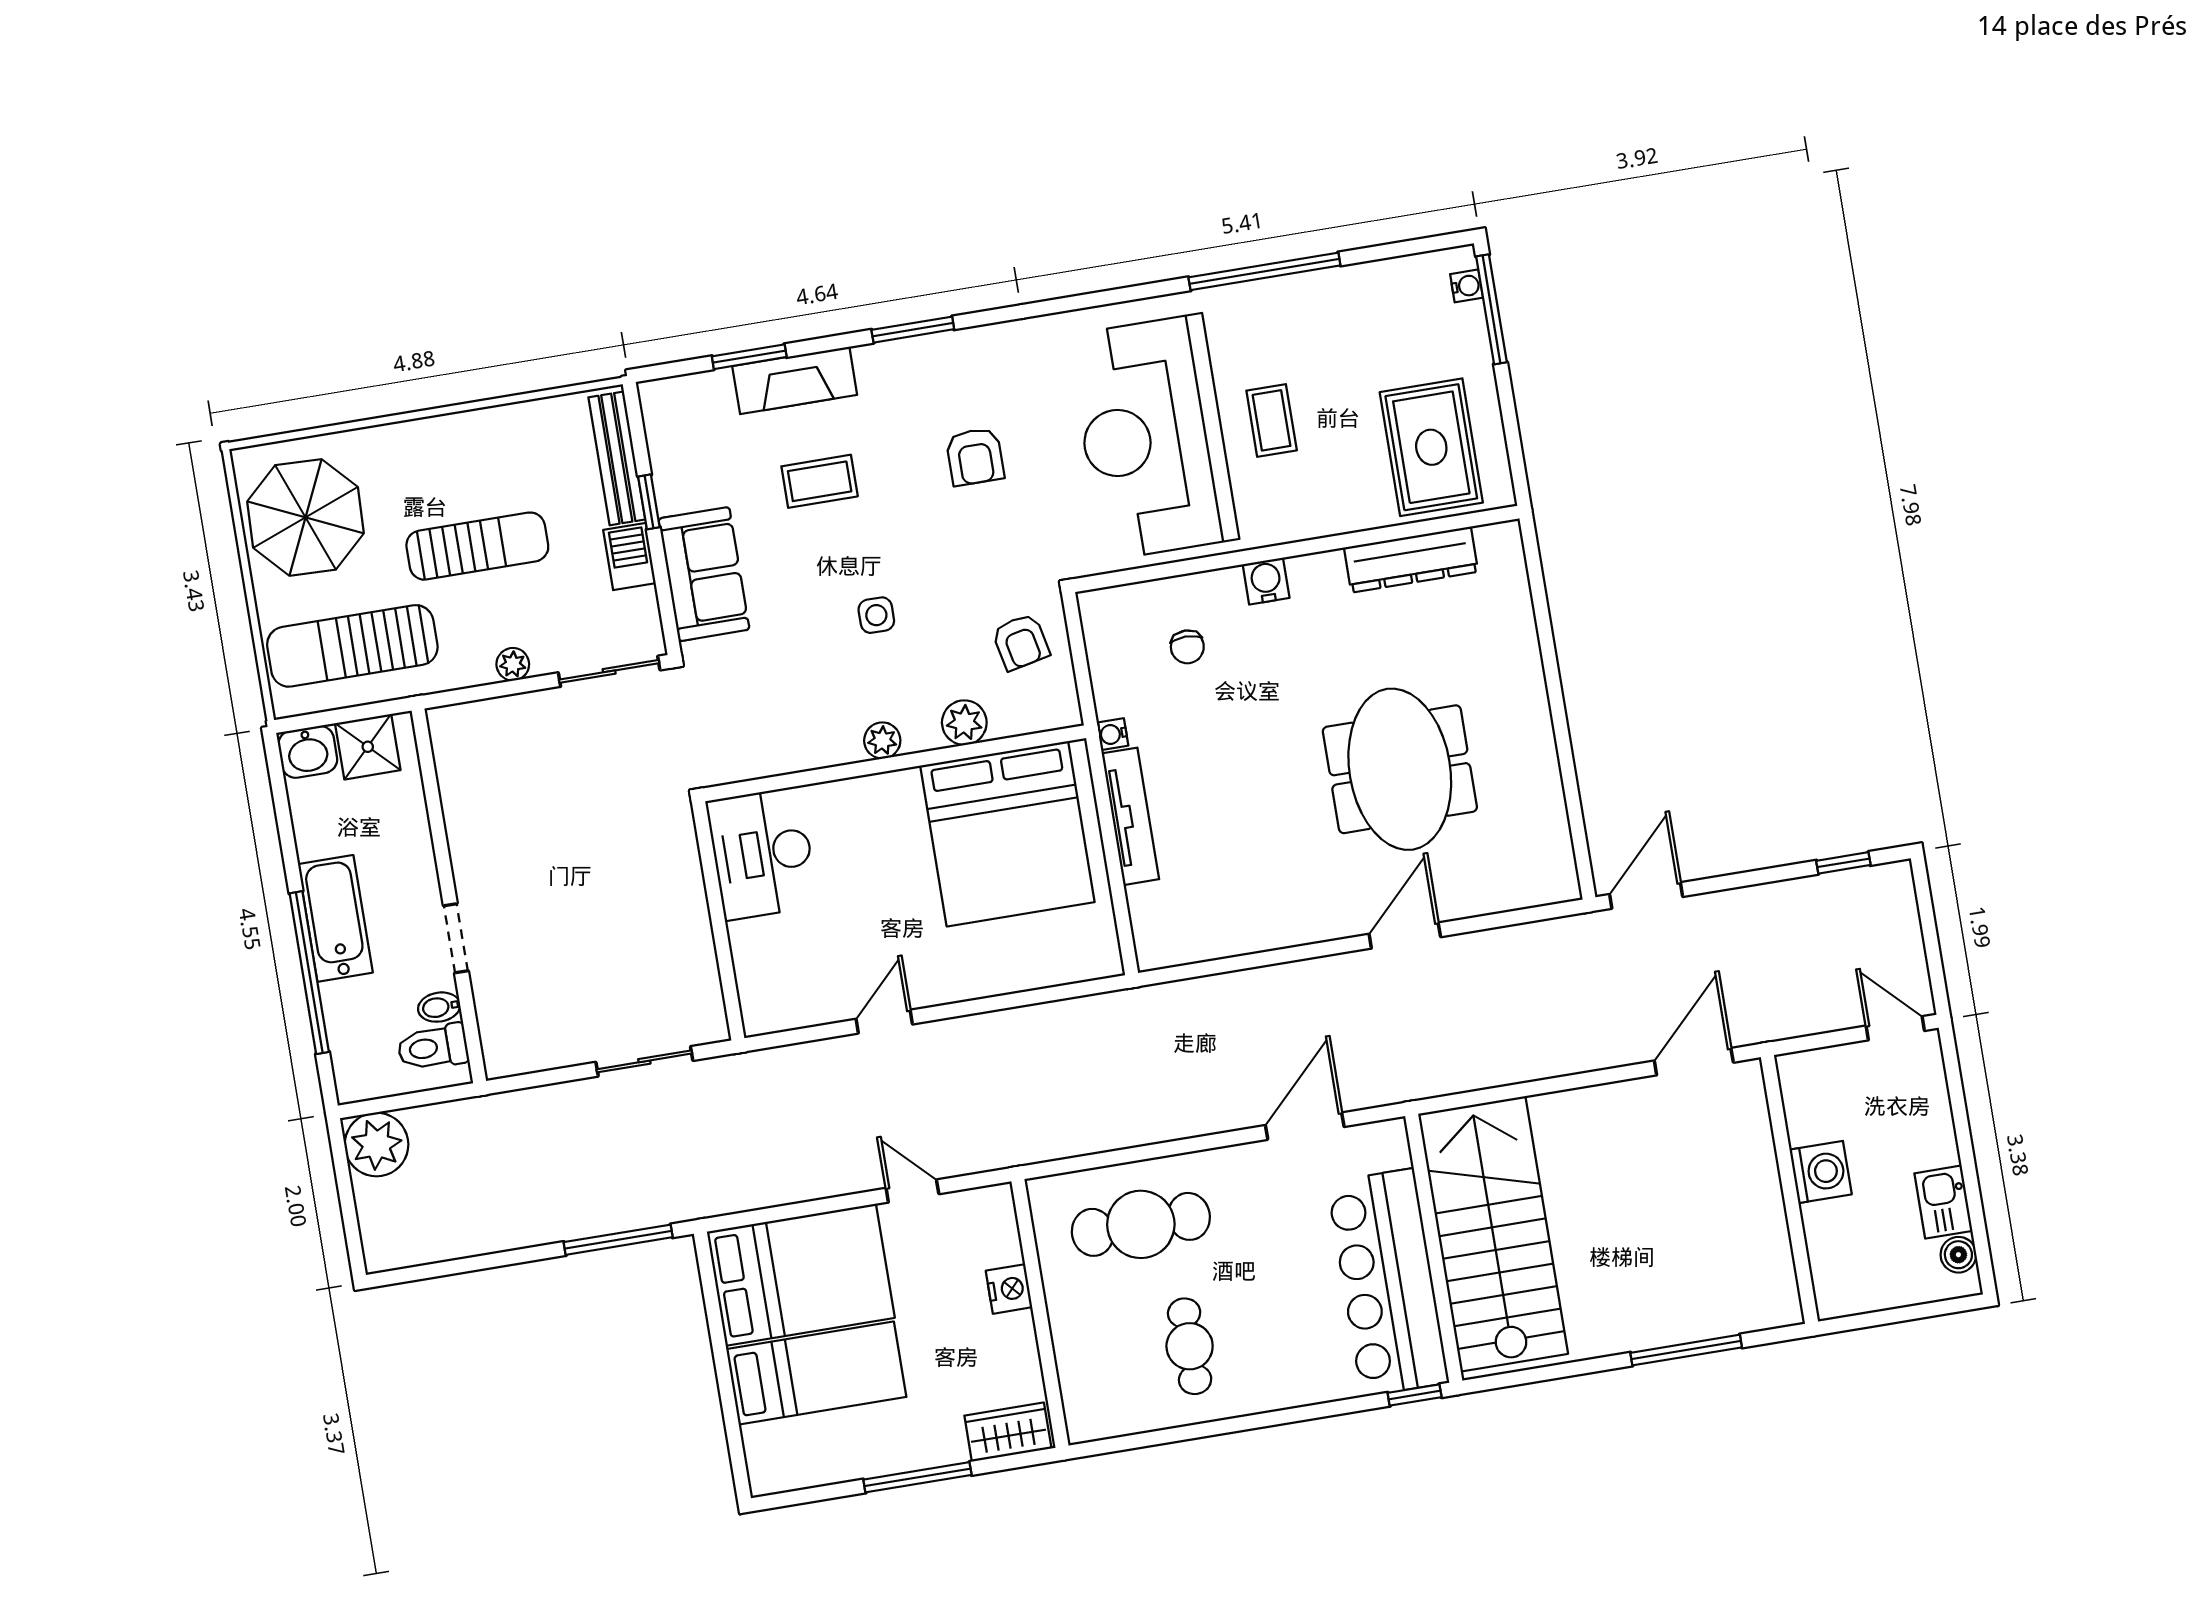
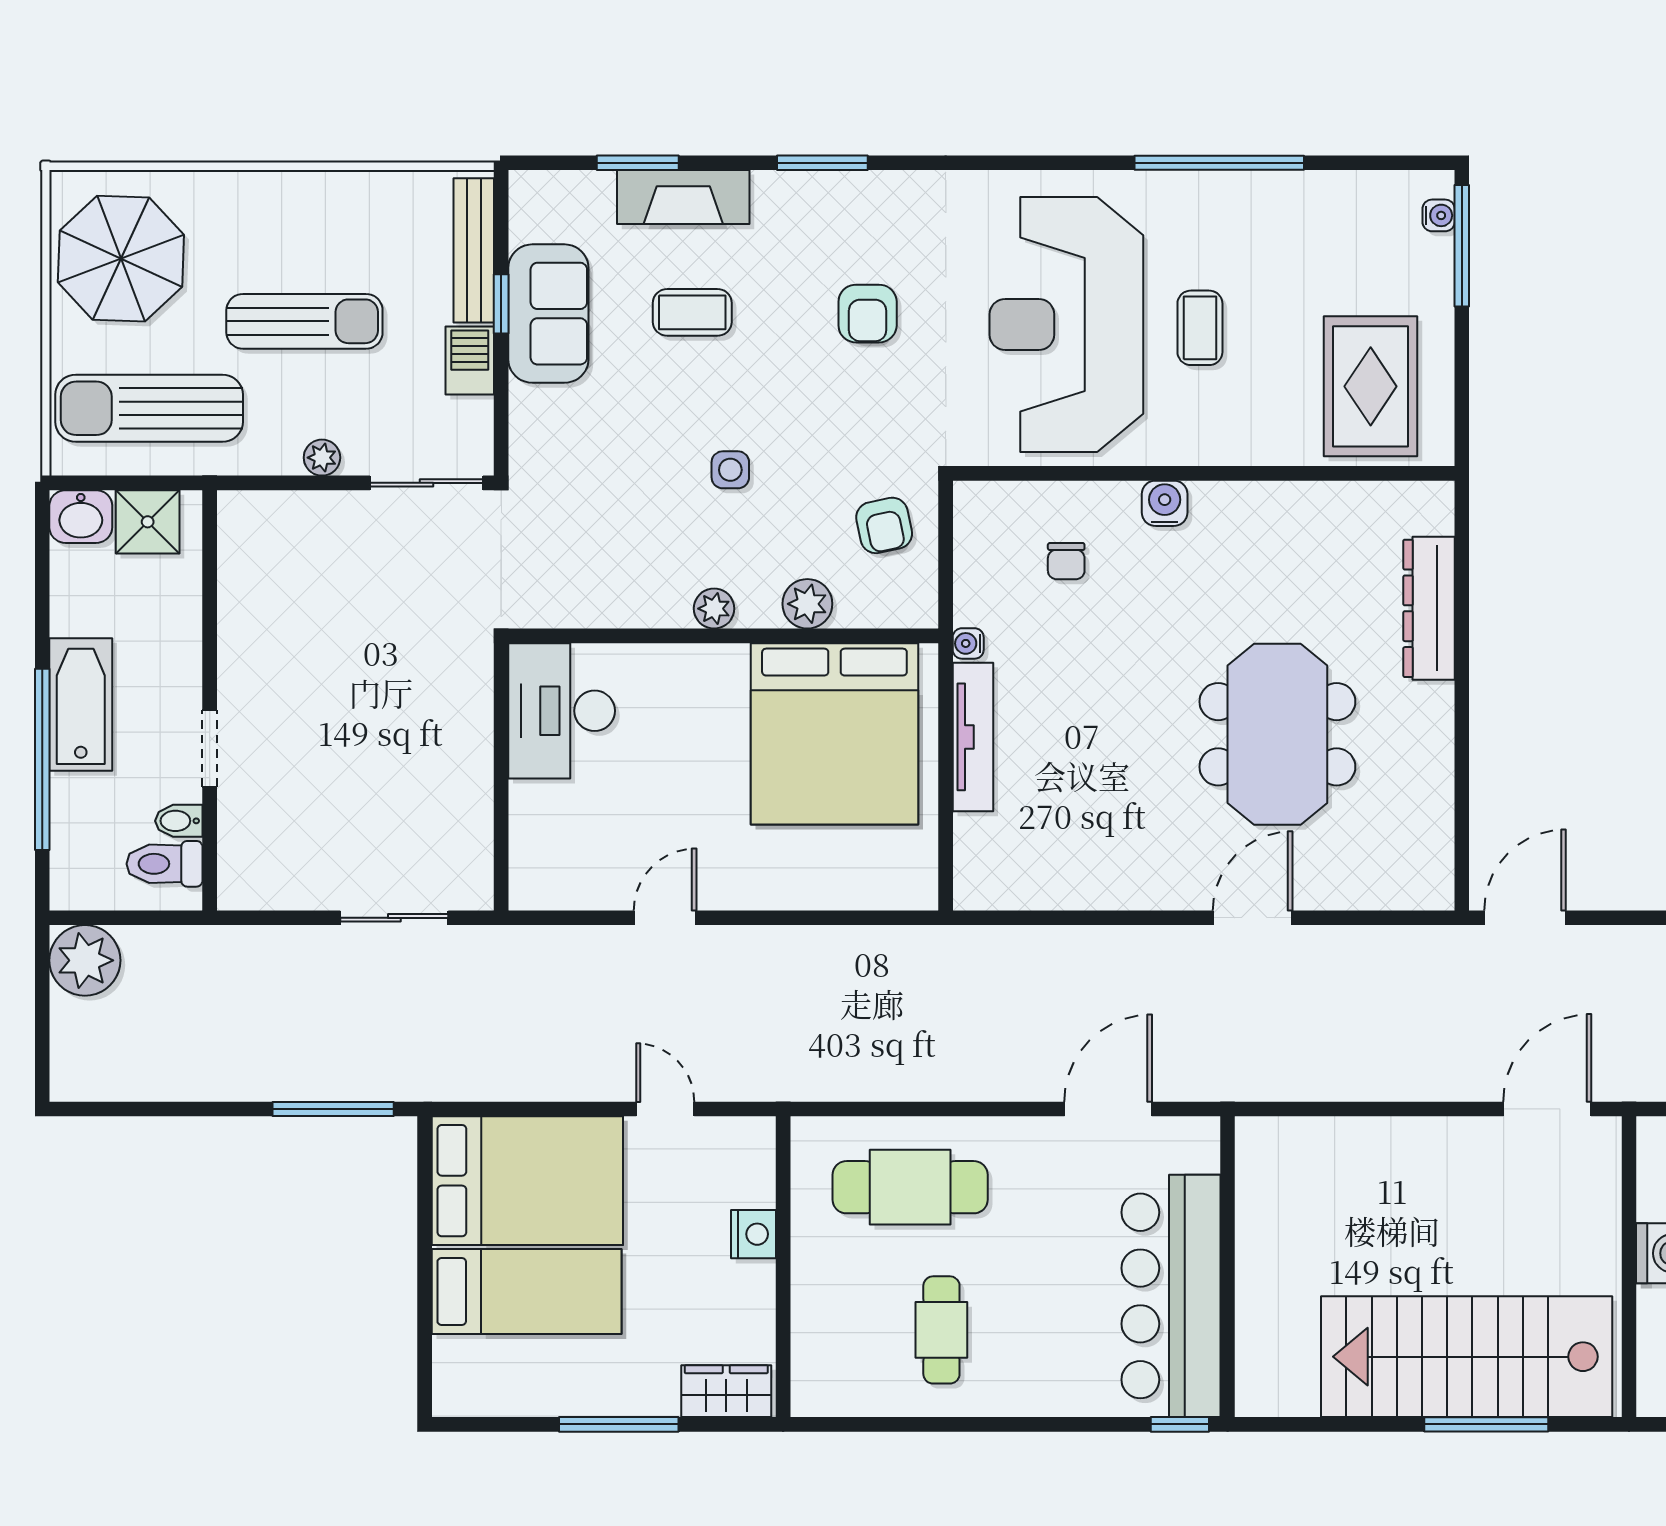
dresser: (1411, 560) -> (1429, 608), moved, turned 90
sofa: (704, 574) -> (548, 314), moved
stairs: (1493, 1234) -> (1467, 1357), moved, turned -90

